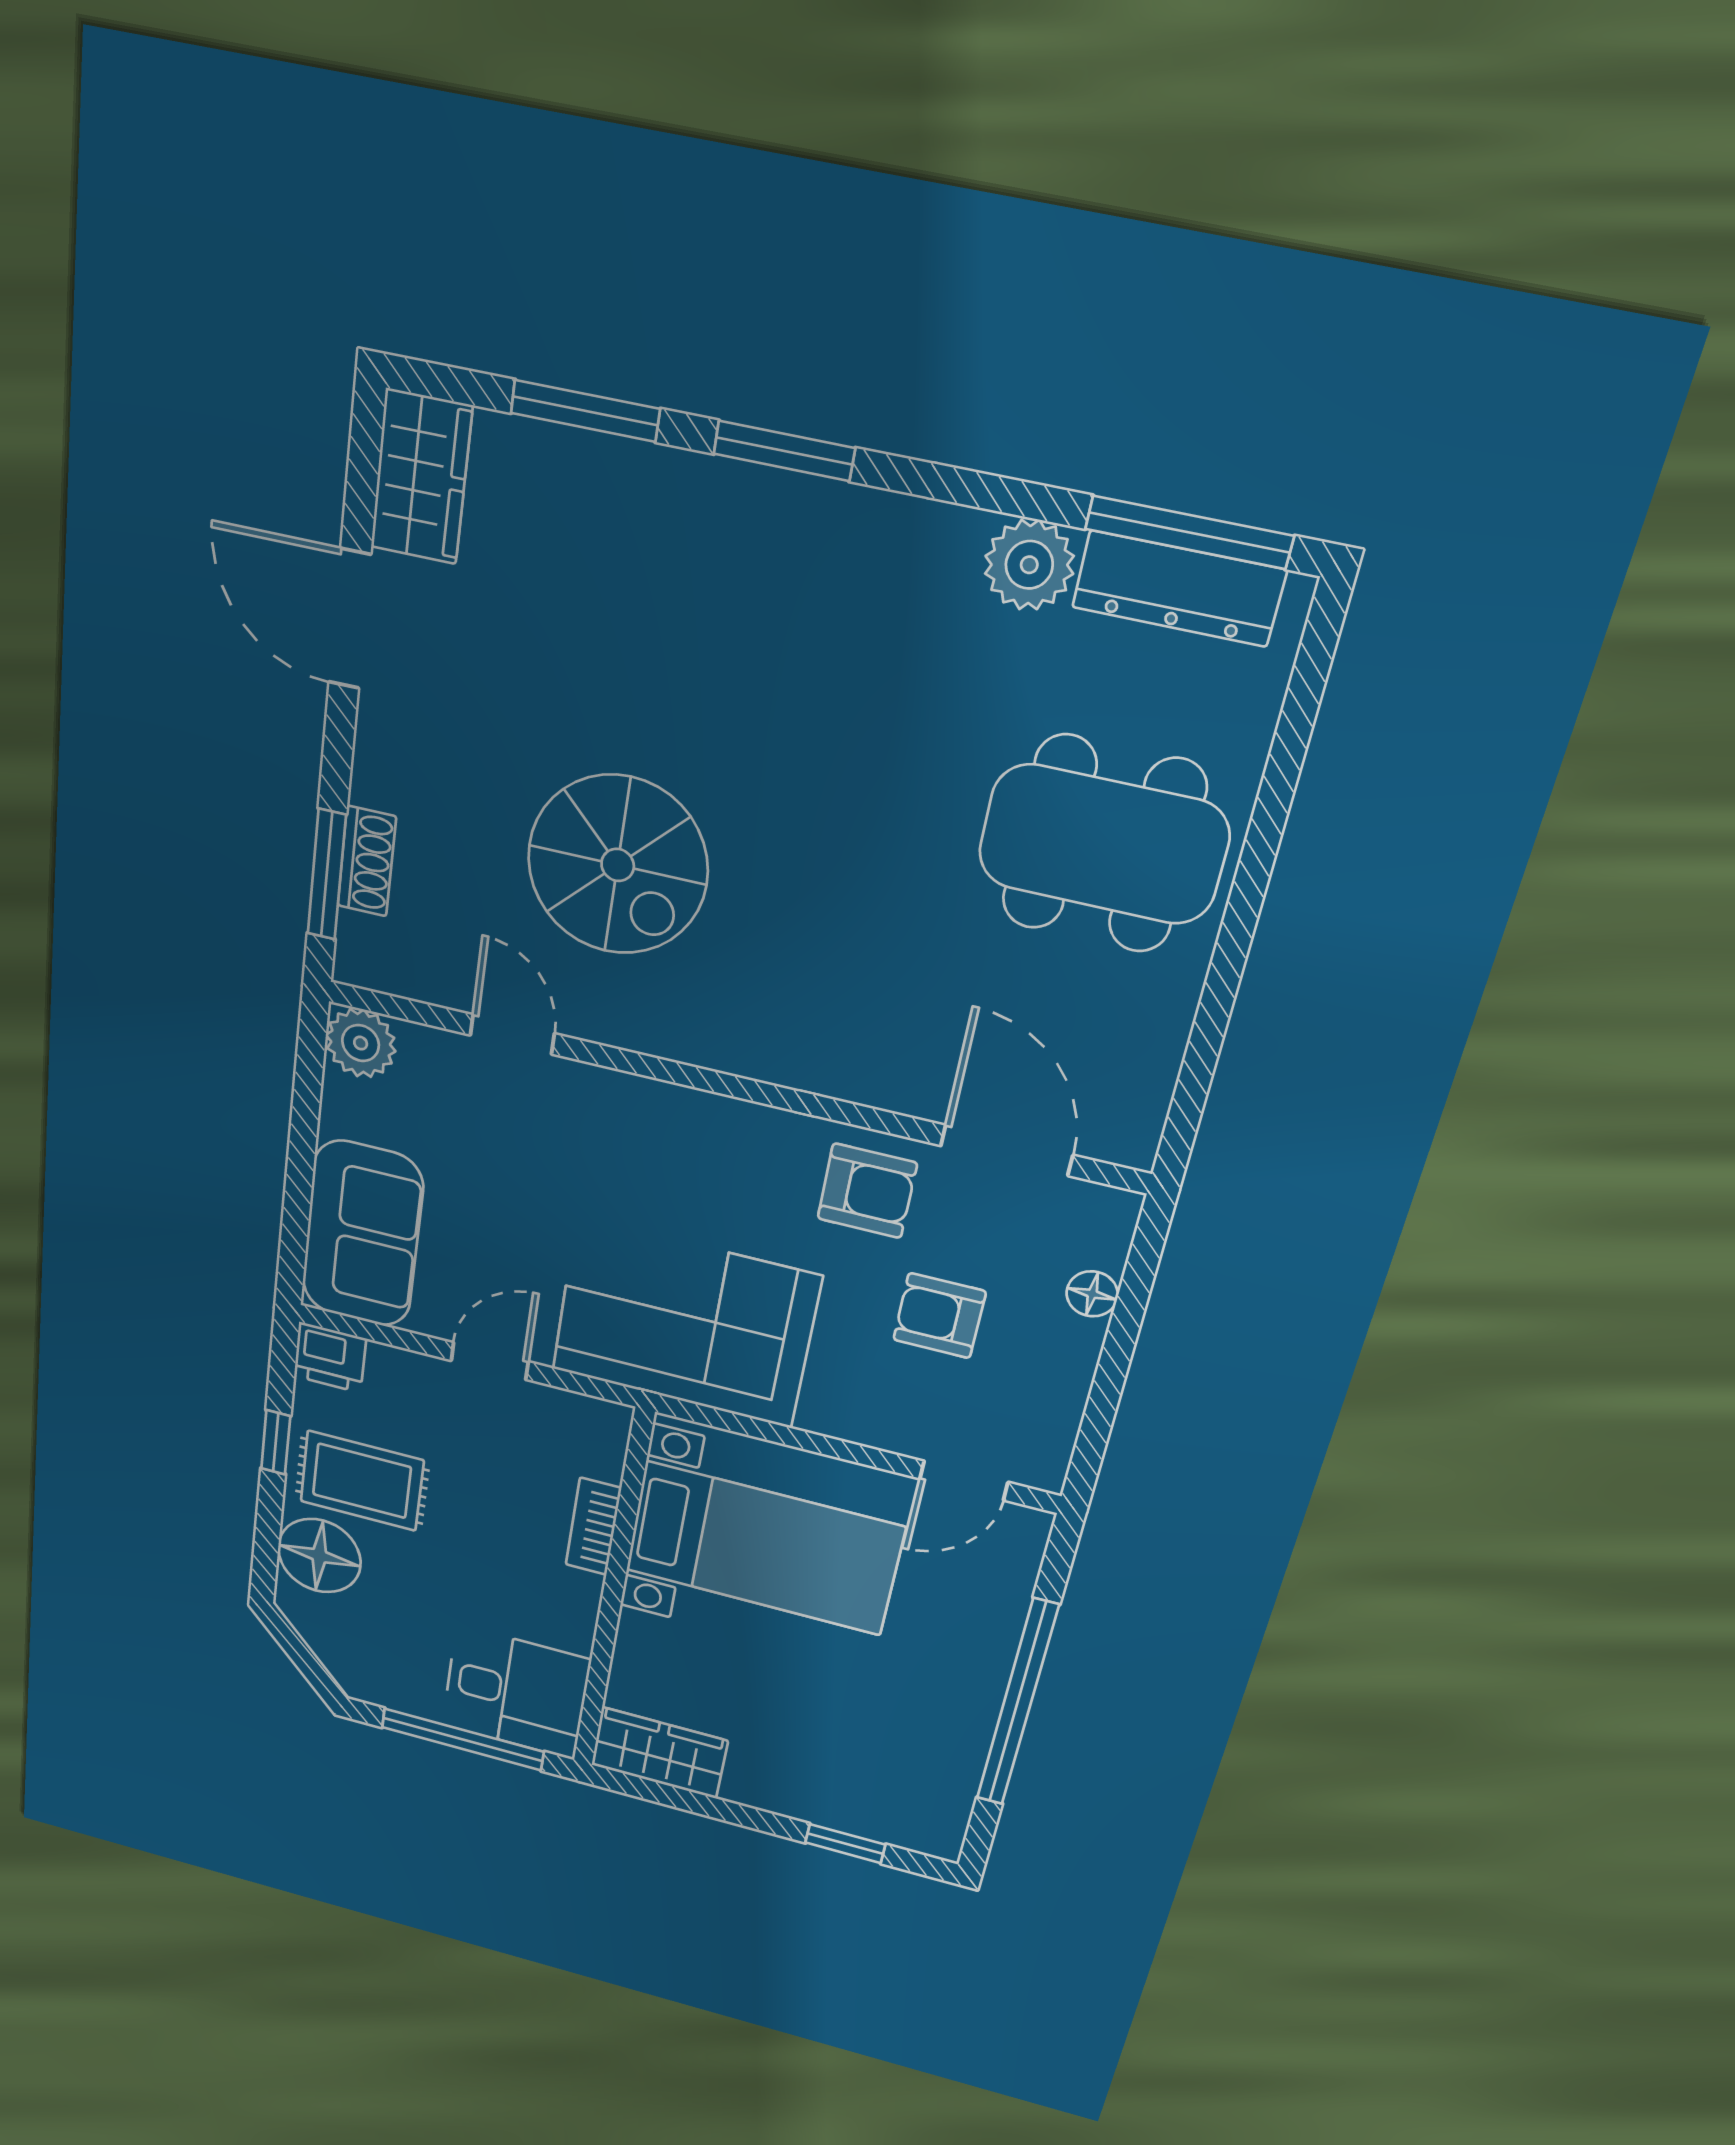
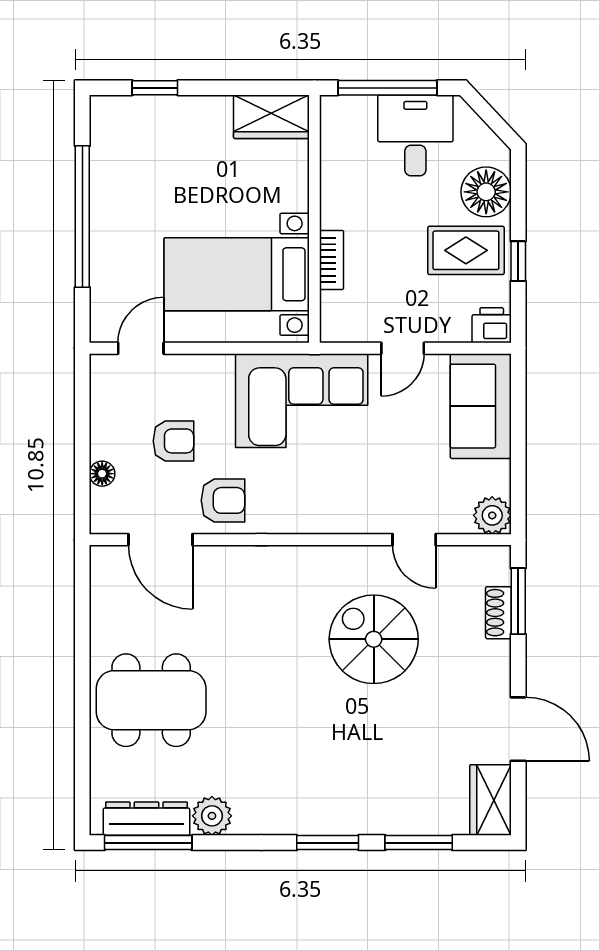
armchair: (867, 1191) -> (223, 500), turned 180
desk: (516, 1692) -> (415, 135), moved, turned 90

